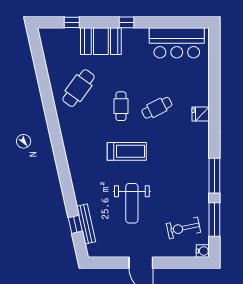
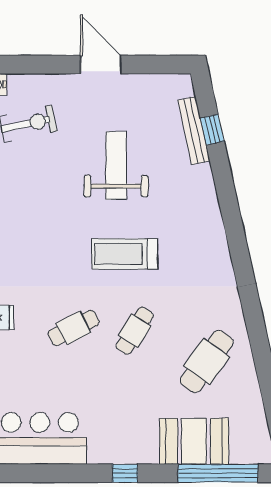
window: (72, 22) -> (218, 473), width x3.17
booth: (101, 41) -> (194, 441), moved
cafe table: (121, 106) -> (135, 331), turned 32

